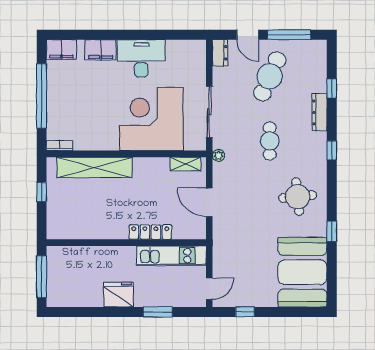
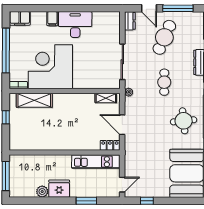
filing cabinet: (101, 50) -> (52, 19), width x0.50
corner desk: (151, 119) -> (50, 67), moved
shelving: (95, 167) -> (34, 100), width x0.68
locker: (150, 232) -> (110, 145), moved, width x0.66
plant: (94, 299) -> (42, 192), added

